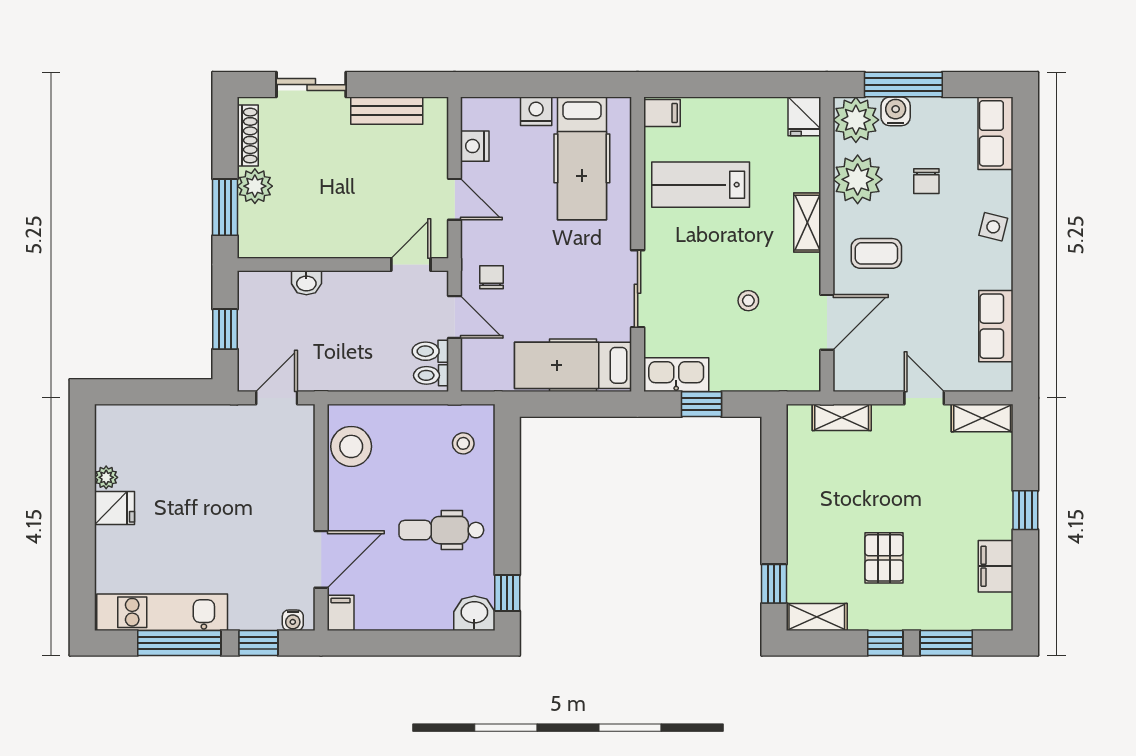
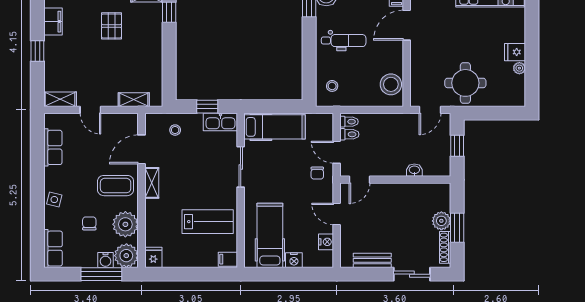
window: (225, 207) -> (457, 228), moved
shelving: (807, 223) -> (152, 183), moved
coffee table: (876, 253) -> (116, 186), width x1.36, depth x1.30
stool: (748, 301) -> (175, 130), moved
round table: (209, 449) -> (465, 83), added

